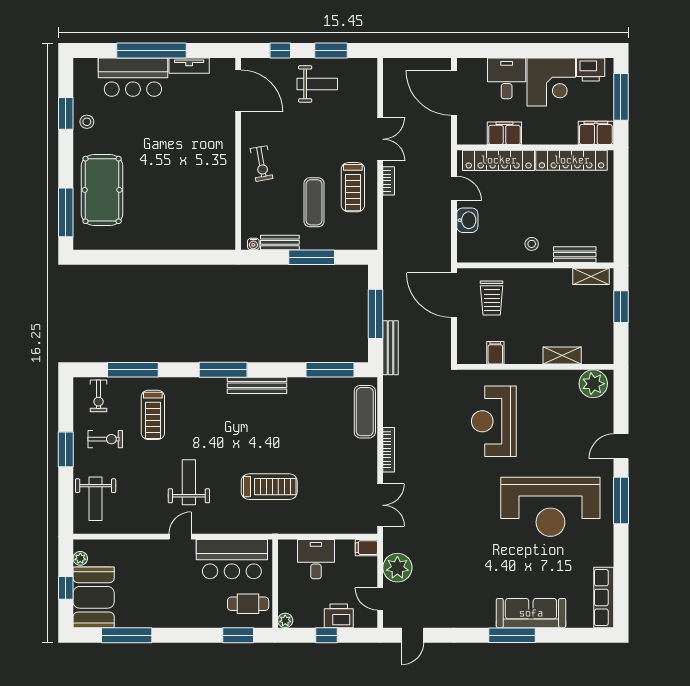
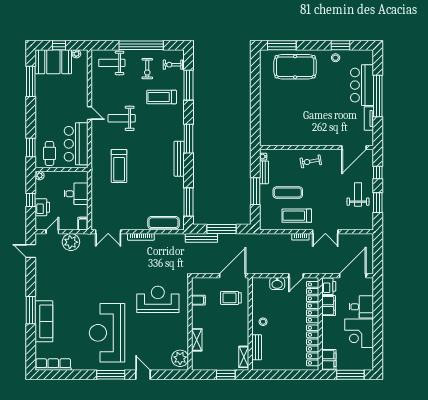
printer: (591, 70) -> (329, 286), moved, turned 180
weight bench: (317, 84) -> (358, 194), turned 180
window: (66, 449) -> (141, 45), width x2.11
weight bench: (189, 482) -> (122, 118), turned 180

